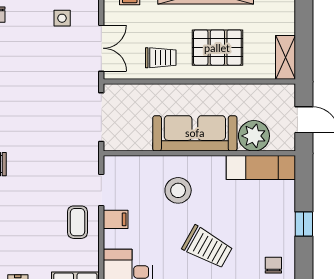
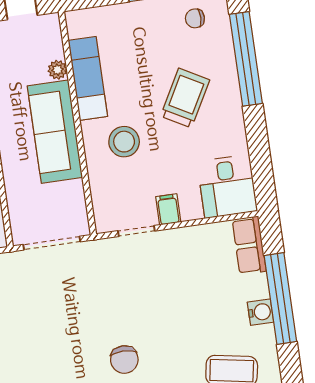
plant: (254, 136) -> (57, 70), width x0.53, depth x0.53
exam couch: (261, 168) -> (88, 78), moved
coffee table: (77, 222) -> (178, 253), removed

